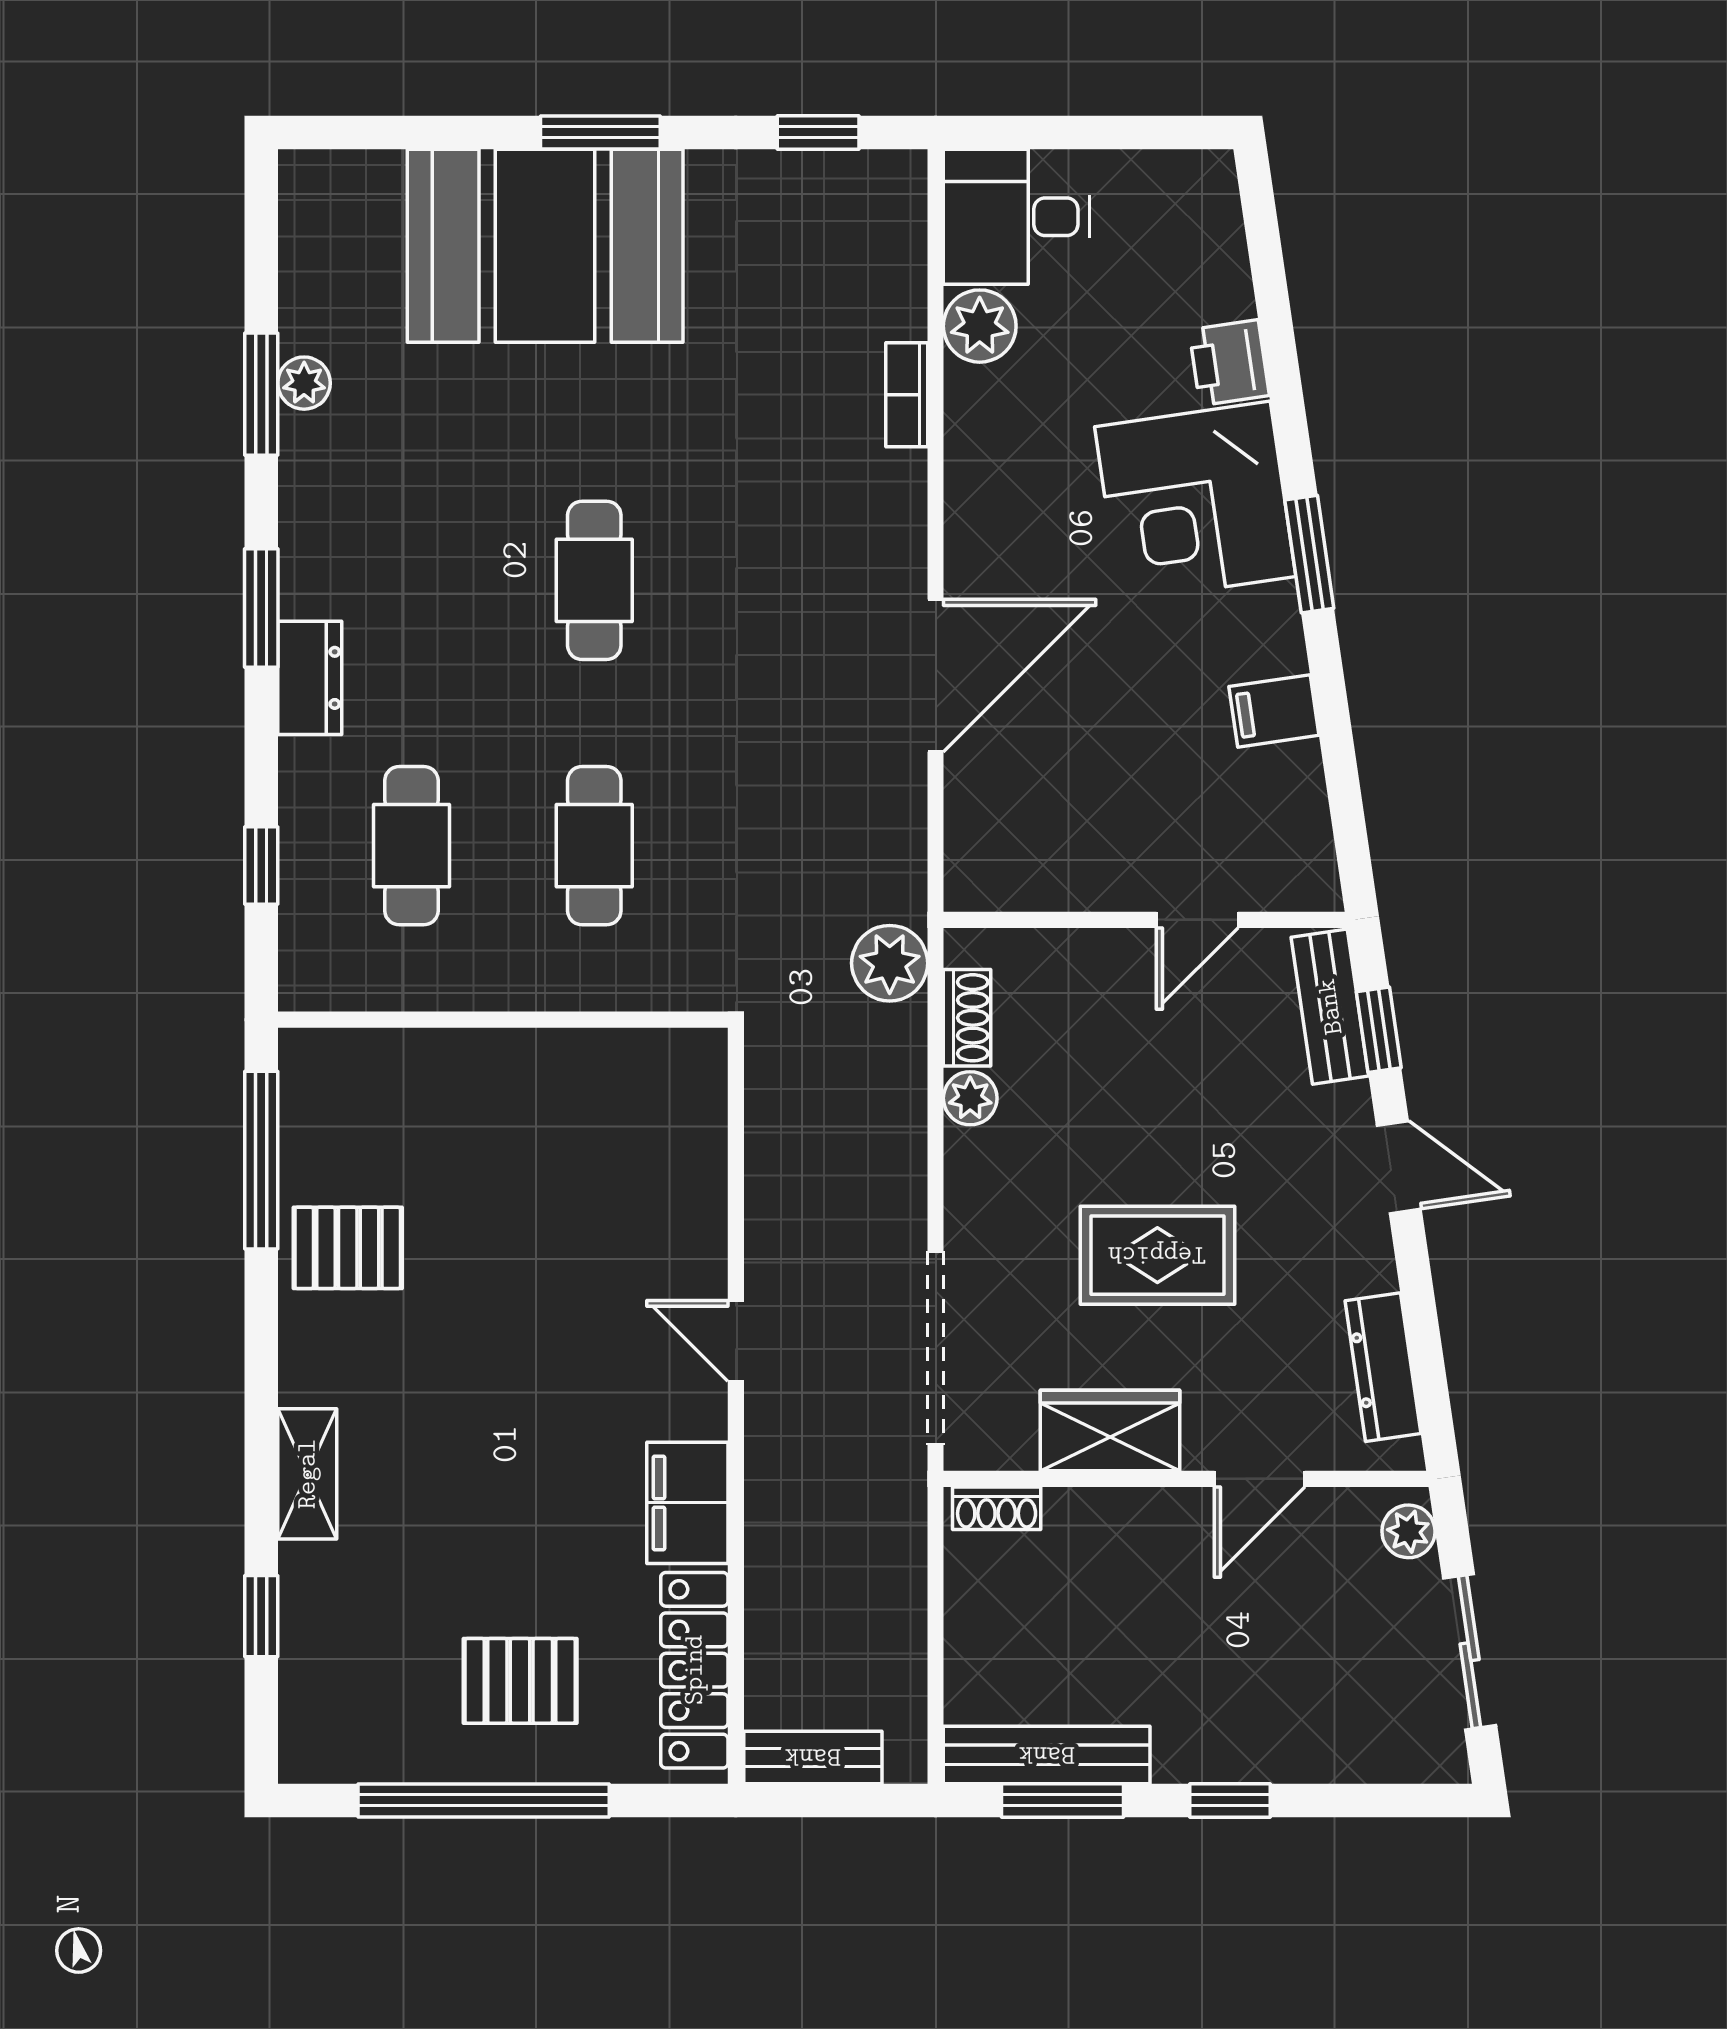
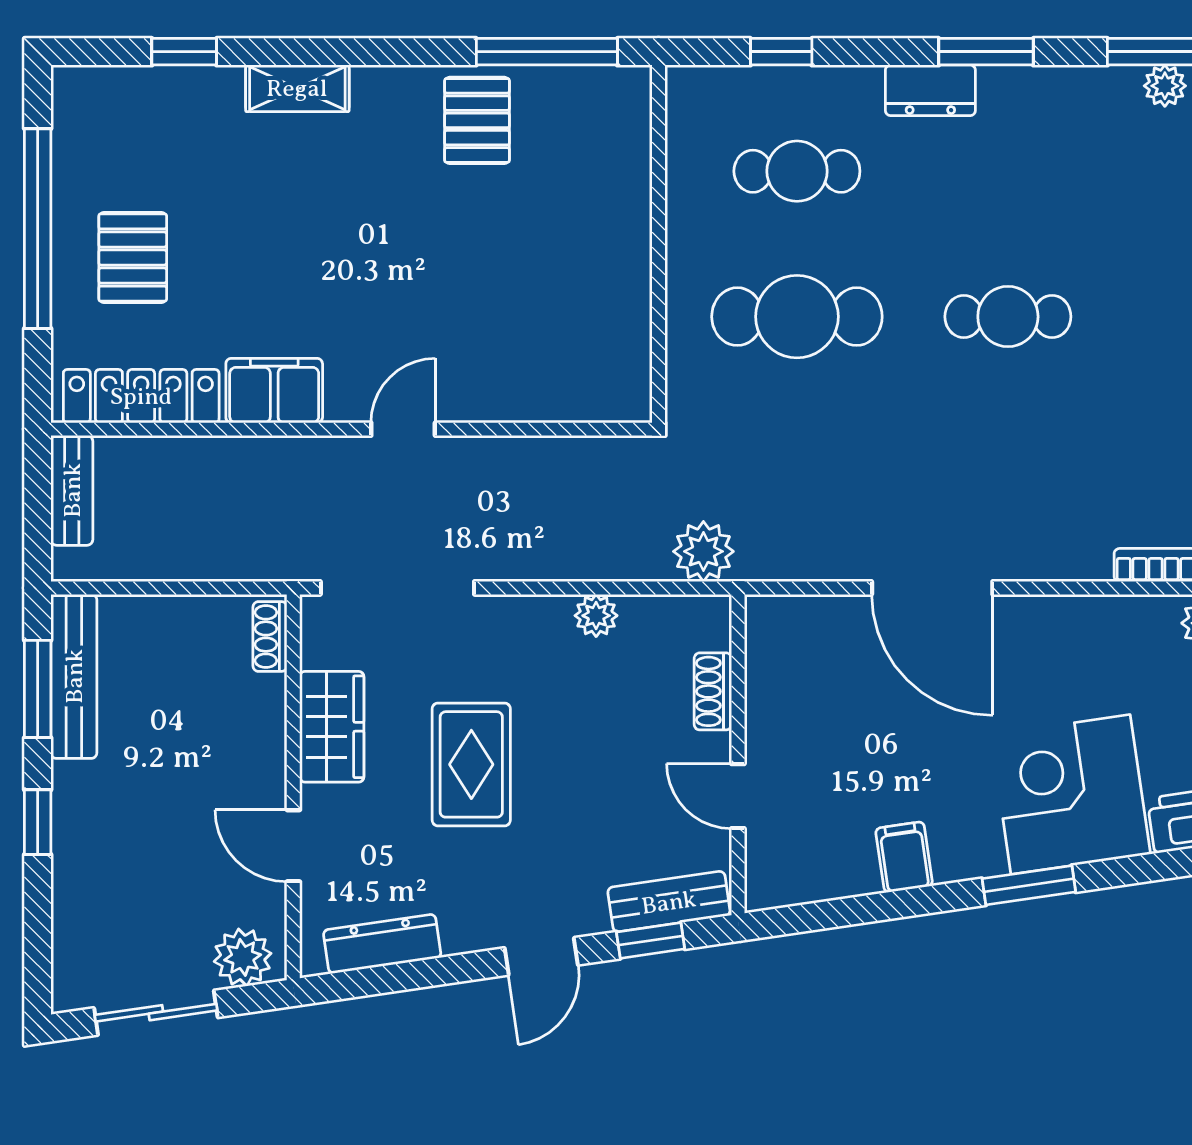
cafe table: (594, 846) -> (797, 317), width x1.37, depth x1.35
shoe rack: (967, 1018) -> (713, 691), moved, turned 90
plant: (1408, 1531) -> (243, 957), width x1.38, depth x1.38

